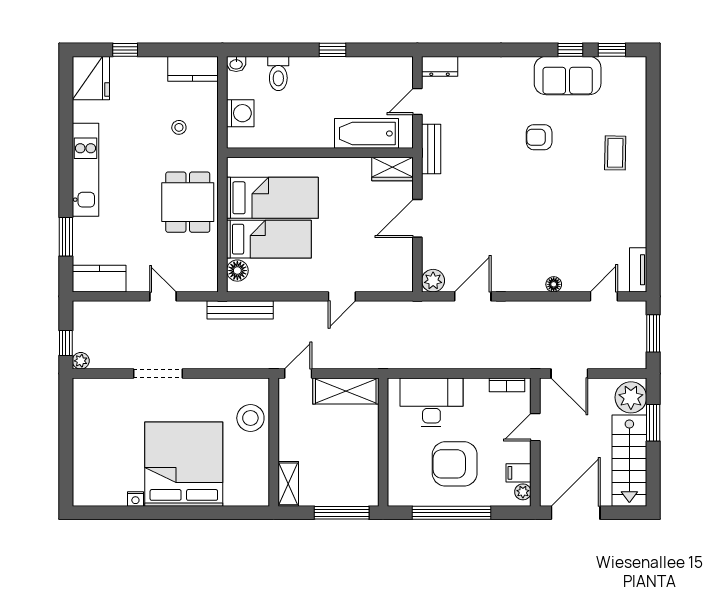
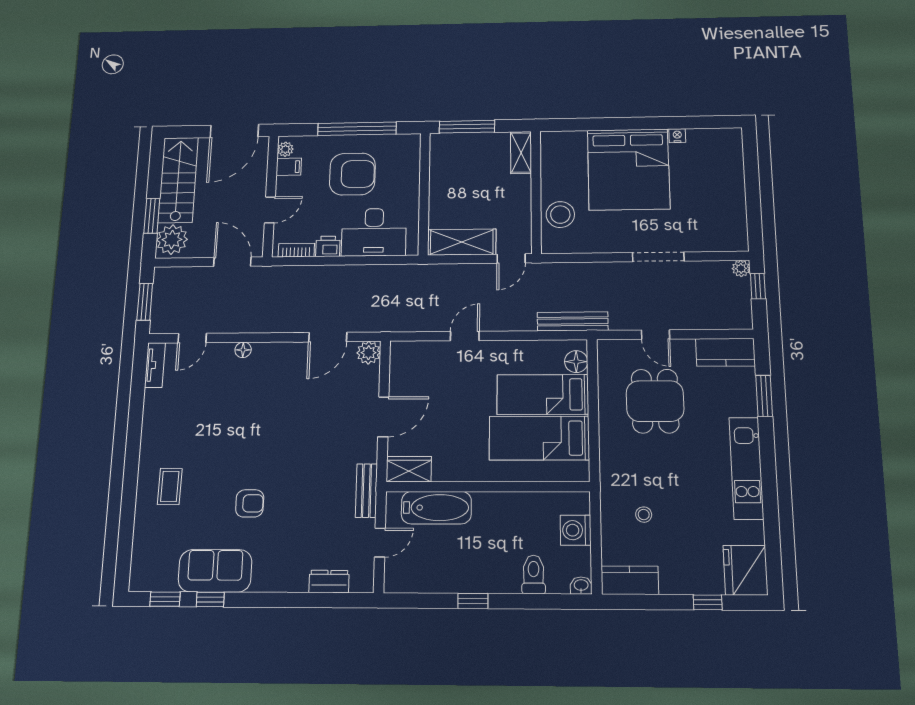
dresser: (440, 66) -> (329, 582), moved
dining table: (188, 202) -> (655, 401), moved
printer: (476, 388) -> (328, 246), added

